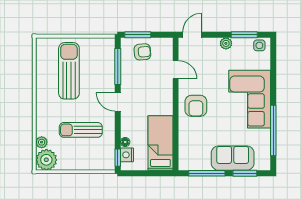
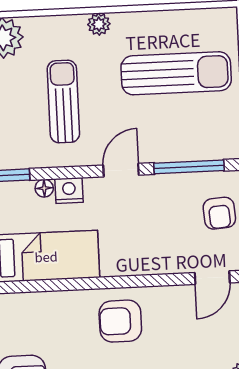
door: (176, 70) -> (212, 278), moved
plant: (42, 142) -> (99, 24), moved
nightstand: (127, 155) -> (69, 191), moved

